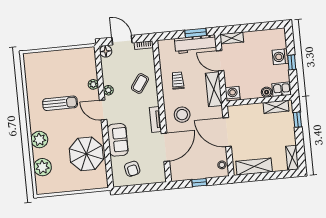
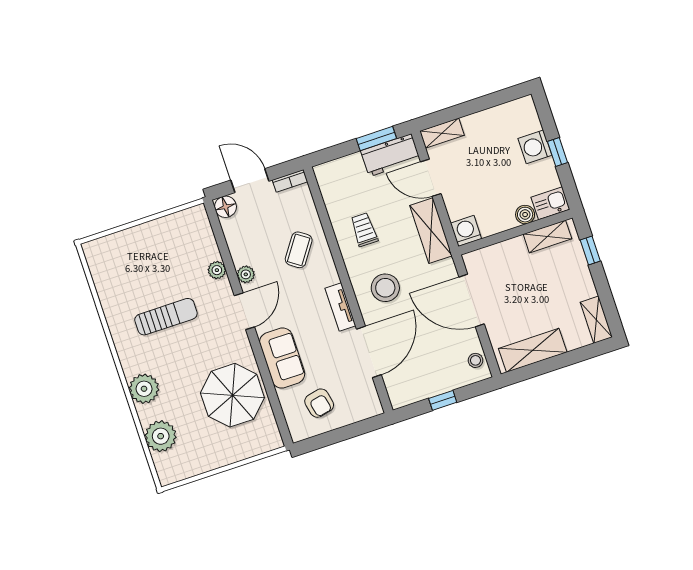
workbench: (196, 44) -> (390, 155), width x0.73
door: (103, 110) -> (244, 311), swing flipped

